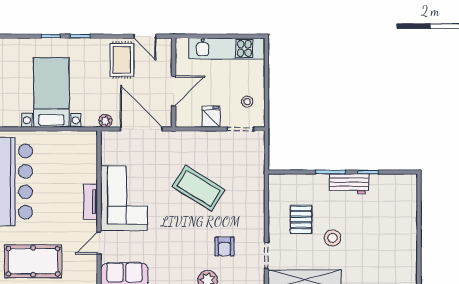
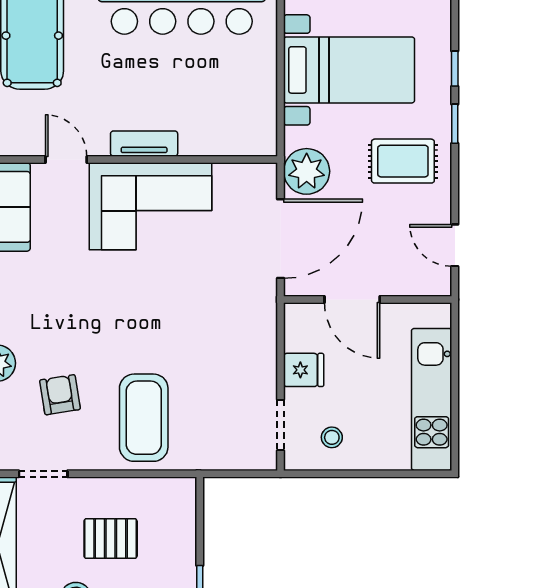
door: (145, 36) -> (455, 245), hinge flipped
rug: (122, 60) -> (403, 161), moved
plant: (105, 121) -> (307, 171), width x1.88, depth x1.88
coffee table: (198, 188) -> (144, 418), moved, turned -32
armchair: (224, 246) -> (60, 395), turned 81

